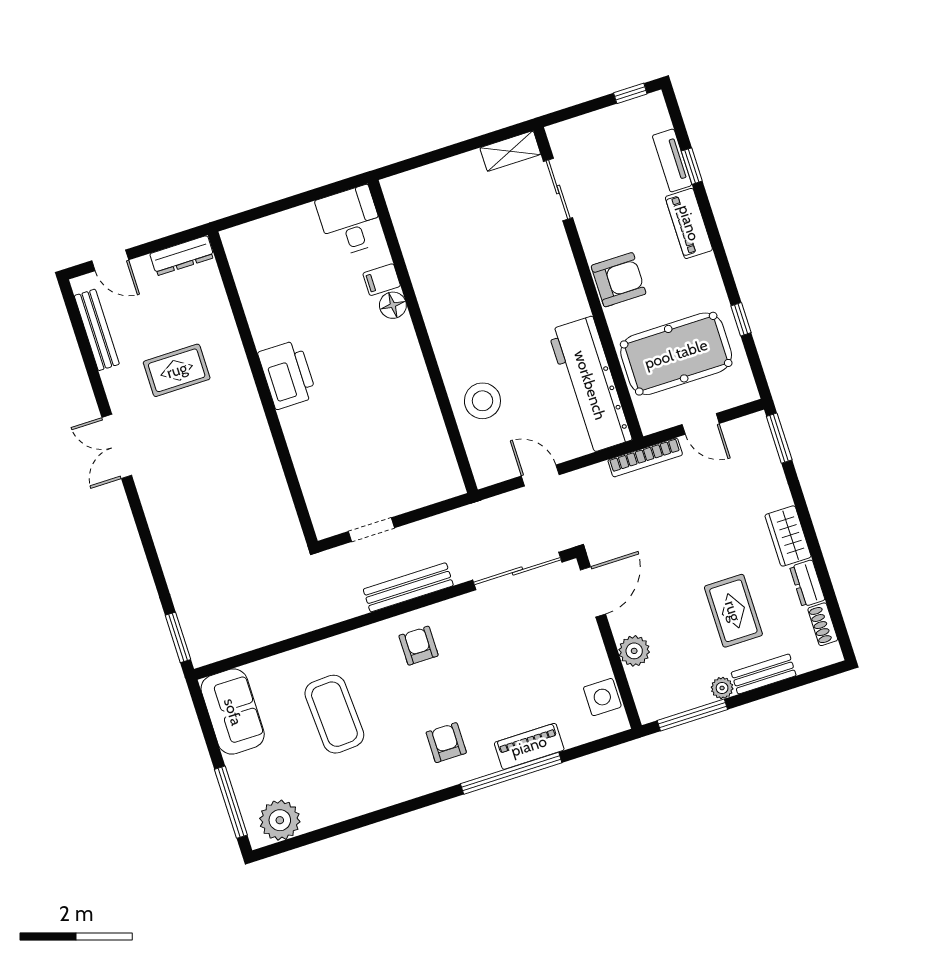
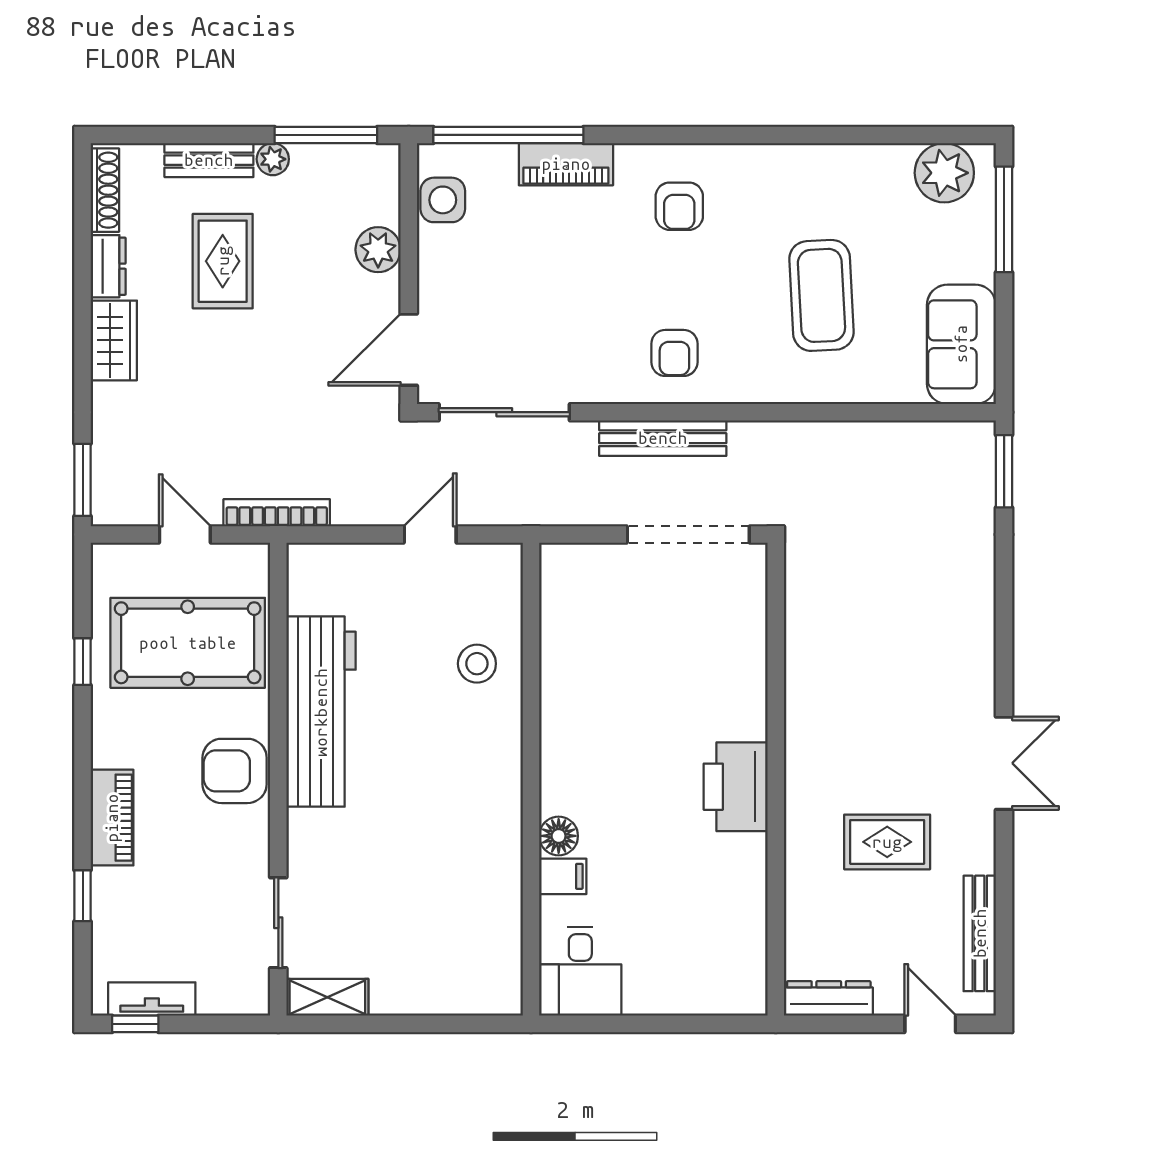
tv unit: (672, 160) -> (152, 999), moved, turned -90
workbench: (590, 385) -> (321, 712), moved
stool: (482, 401) -> (477, 664), width x0.73, depth x0.73
door: (540, 475) -> (430, 535), swing flipped
doorway: (371, 530) -> (688, 535), width x1.88
shoe rack: (823, 624) -> (105, 190), width x1.43
window: (511, 773) -> (508, 135), moved

